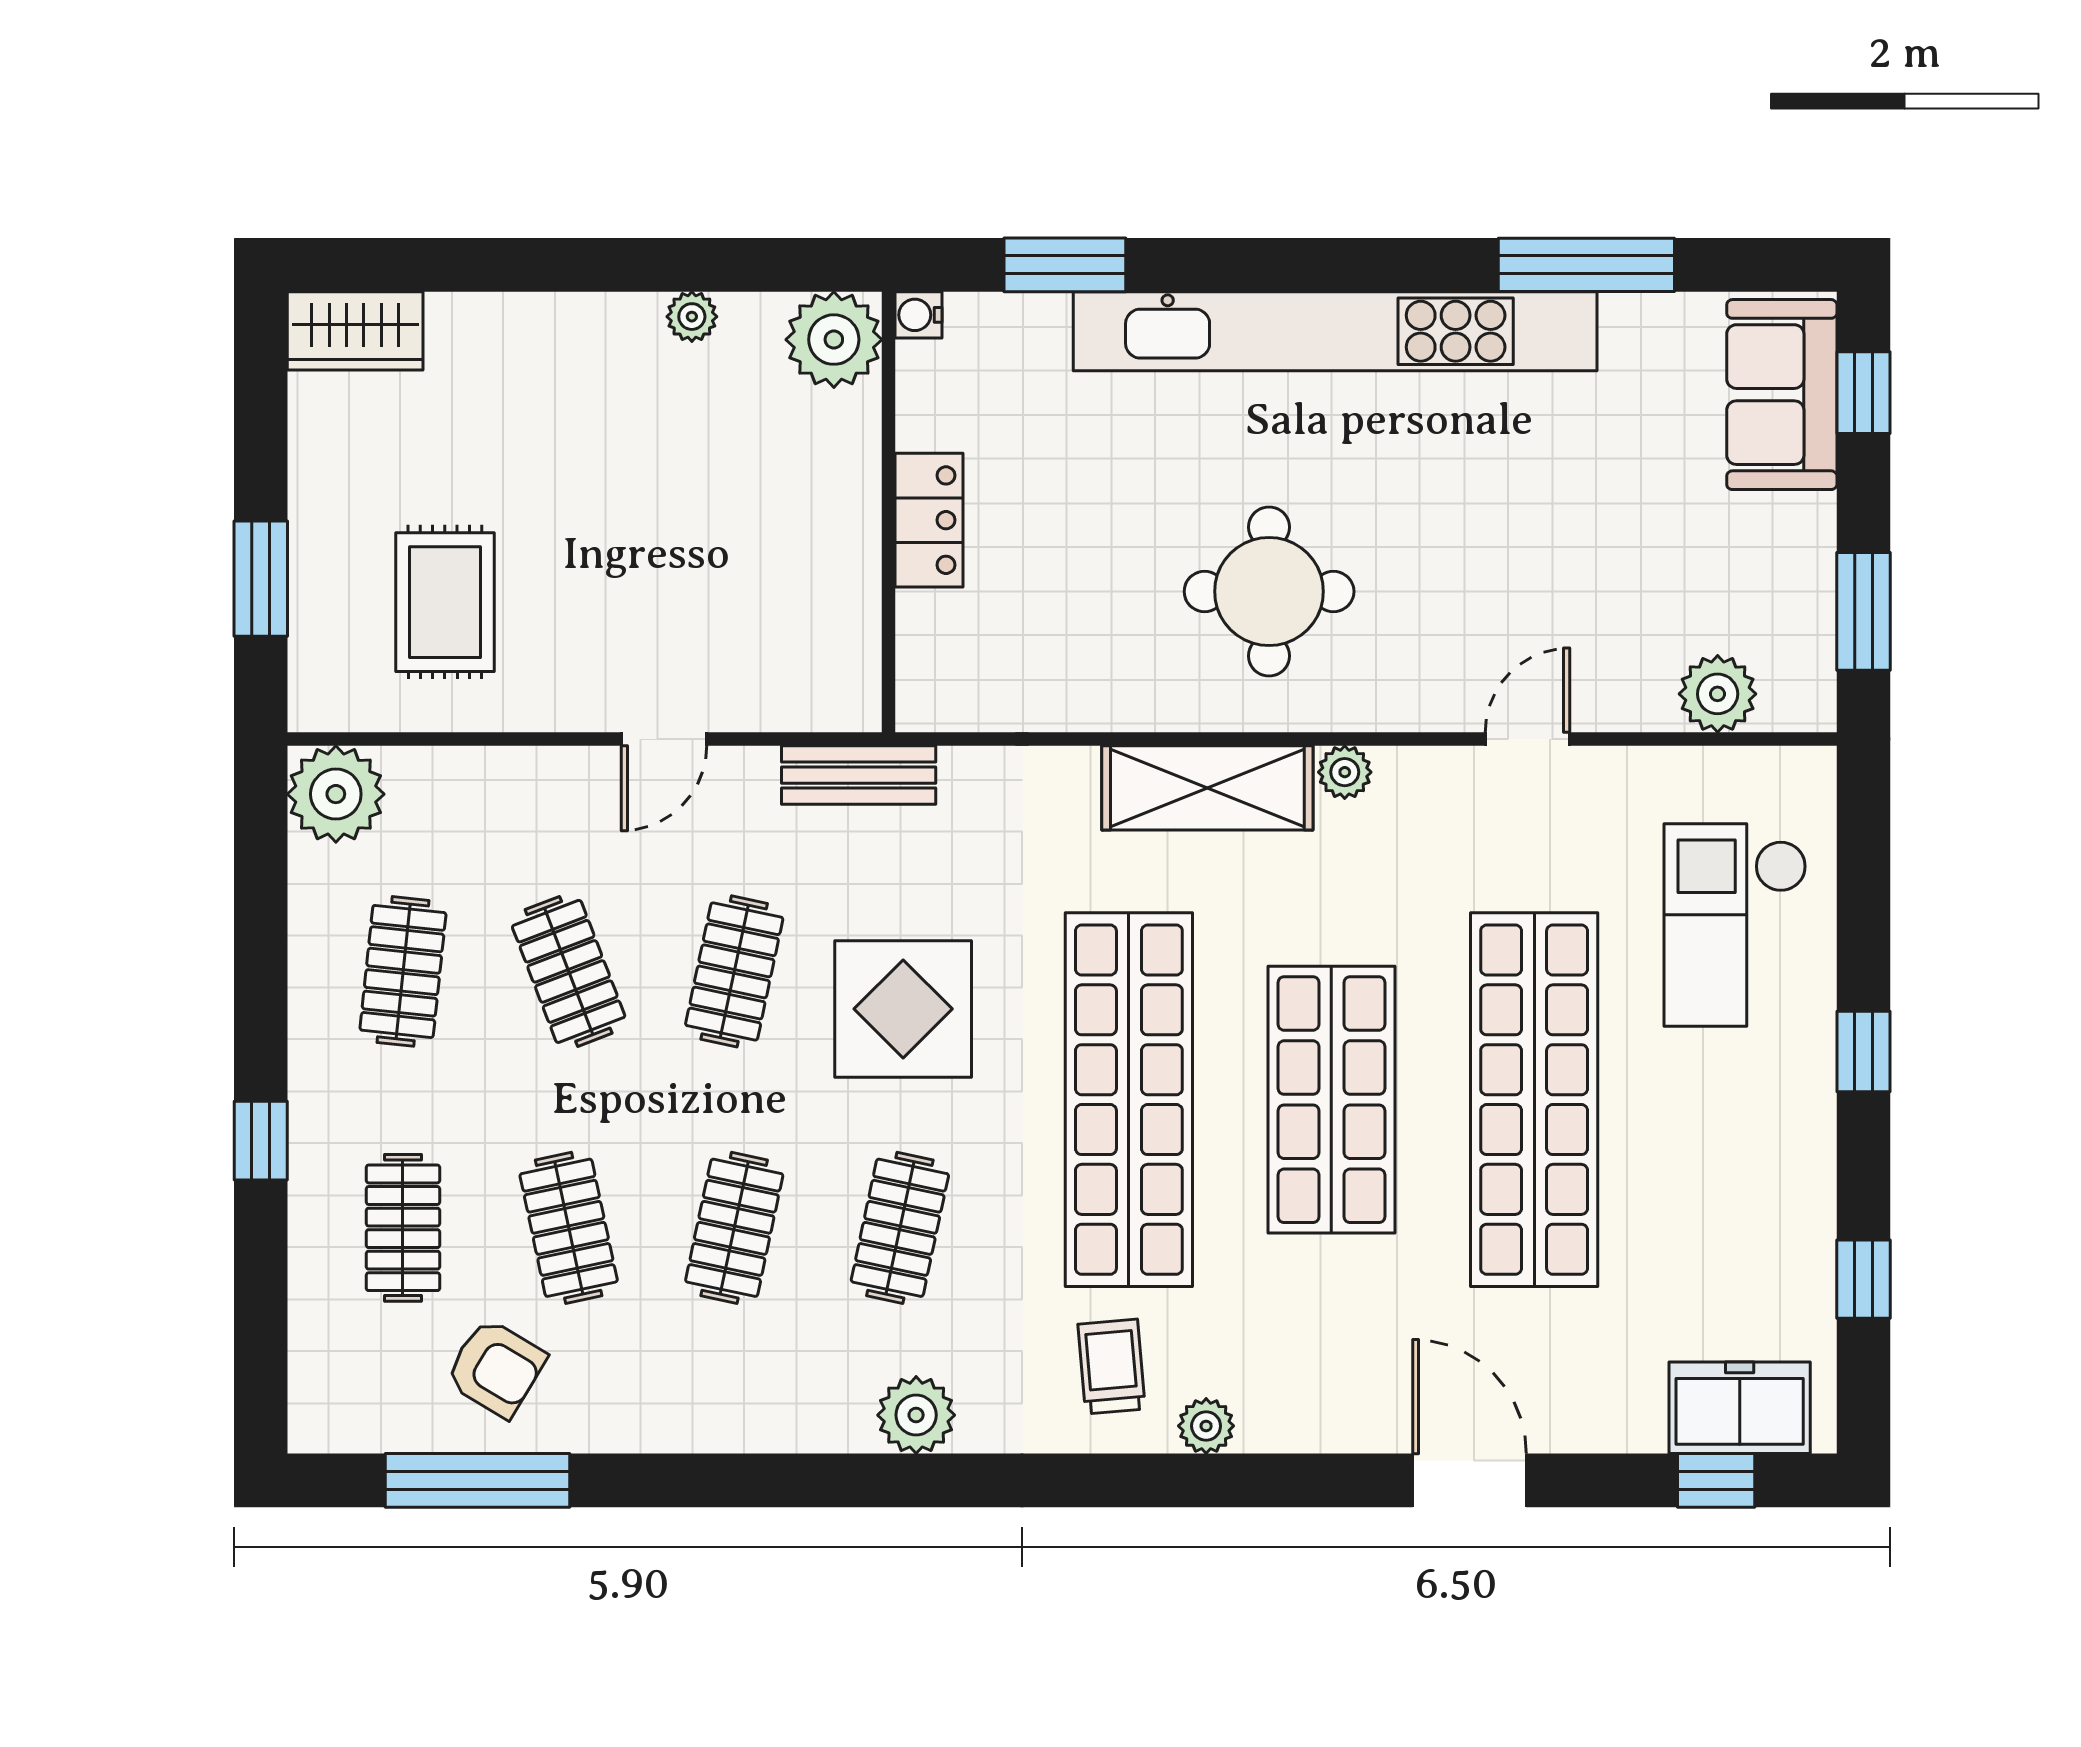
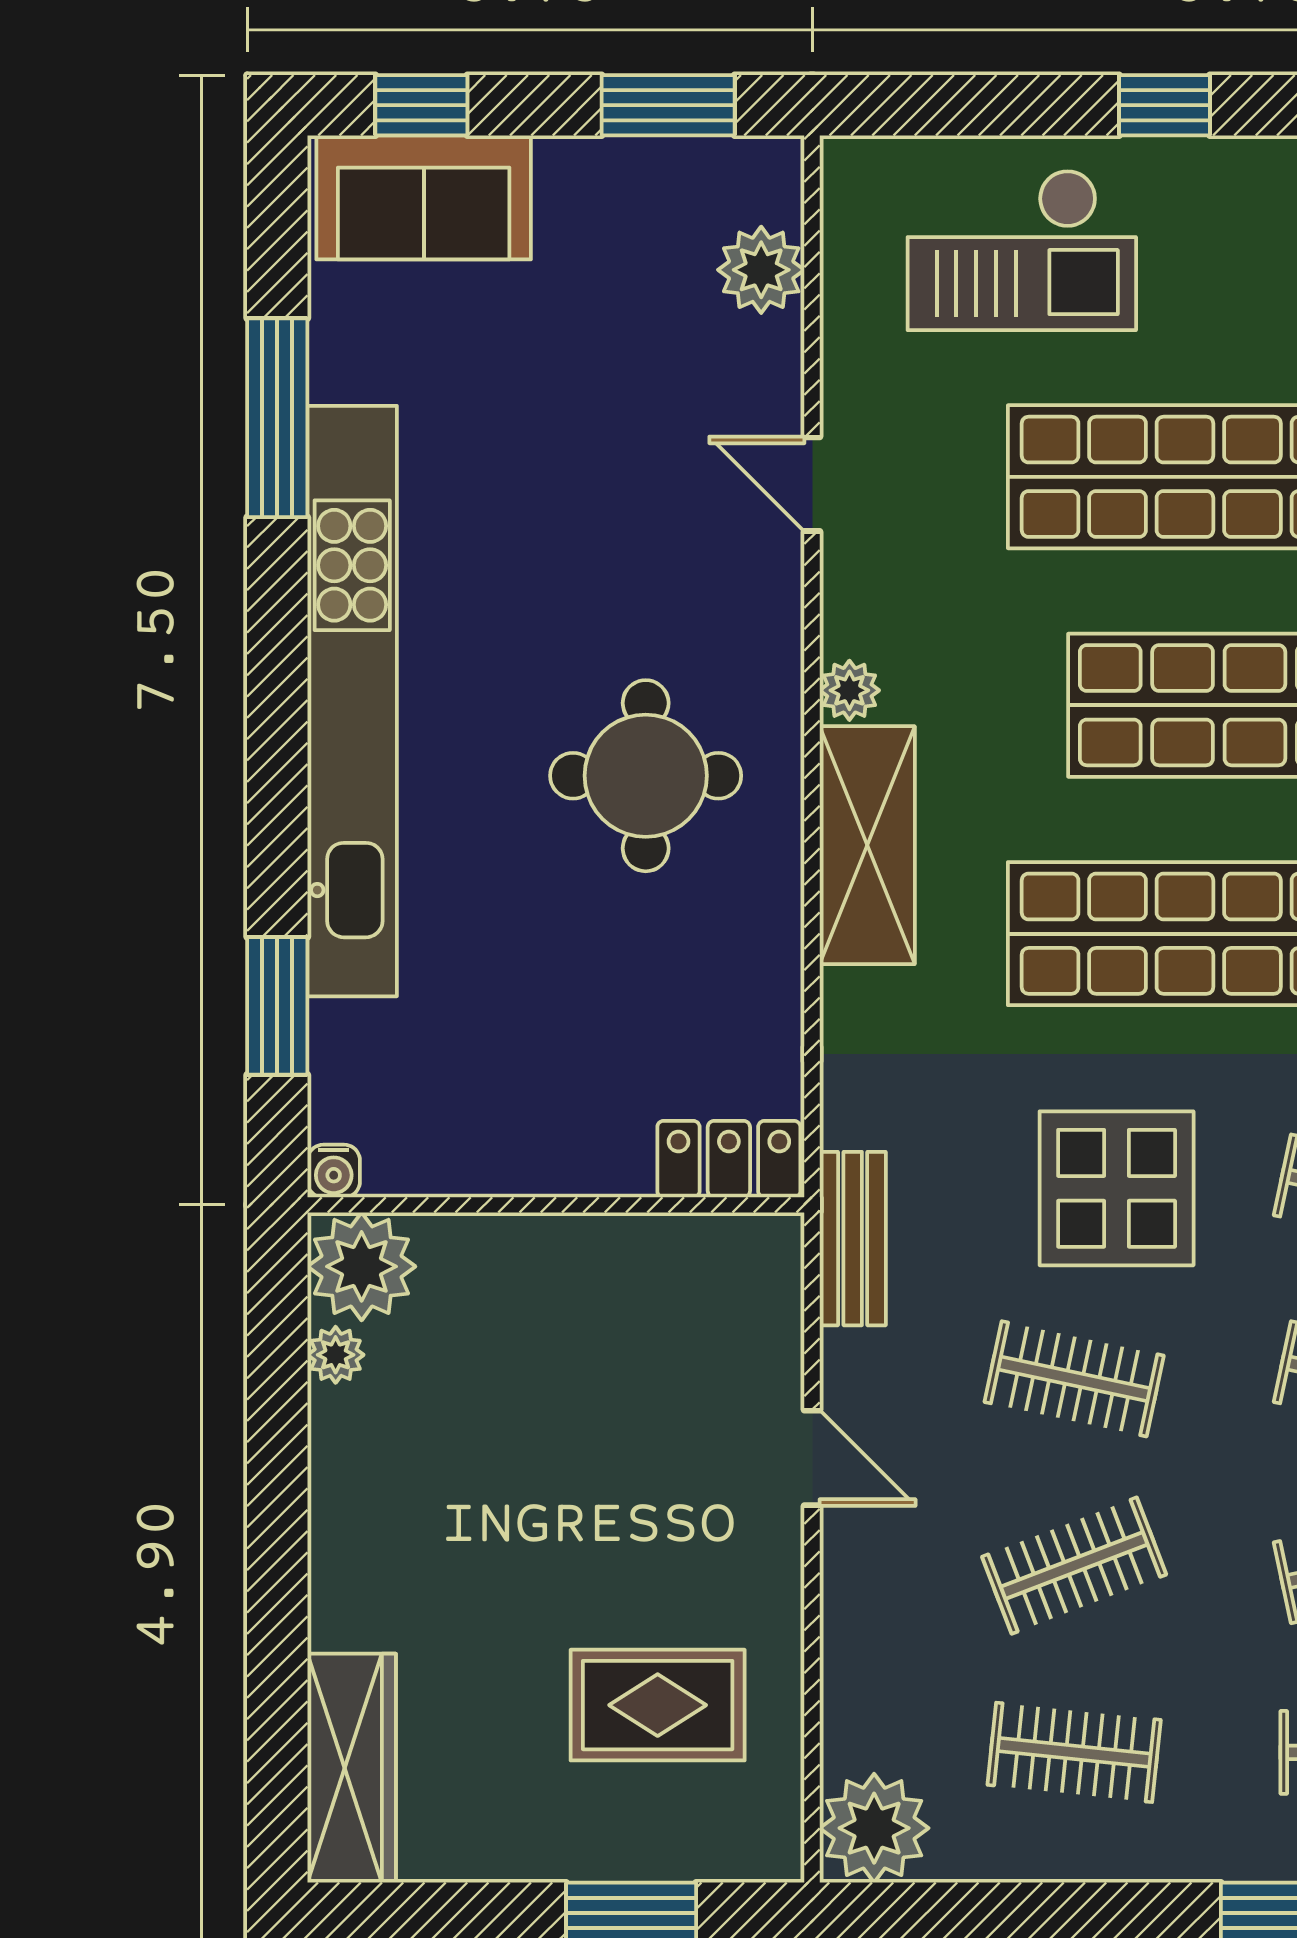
plant: (692, 317) -> (336, 1355), moved
wardrobe: (355, 331) -> (352, 1768), width x1.50
locker: (929, 520) -> (729, 1159), moved

